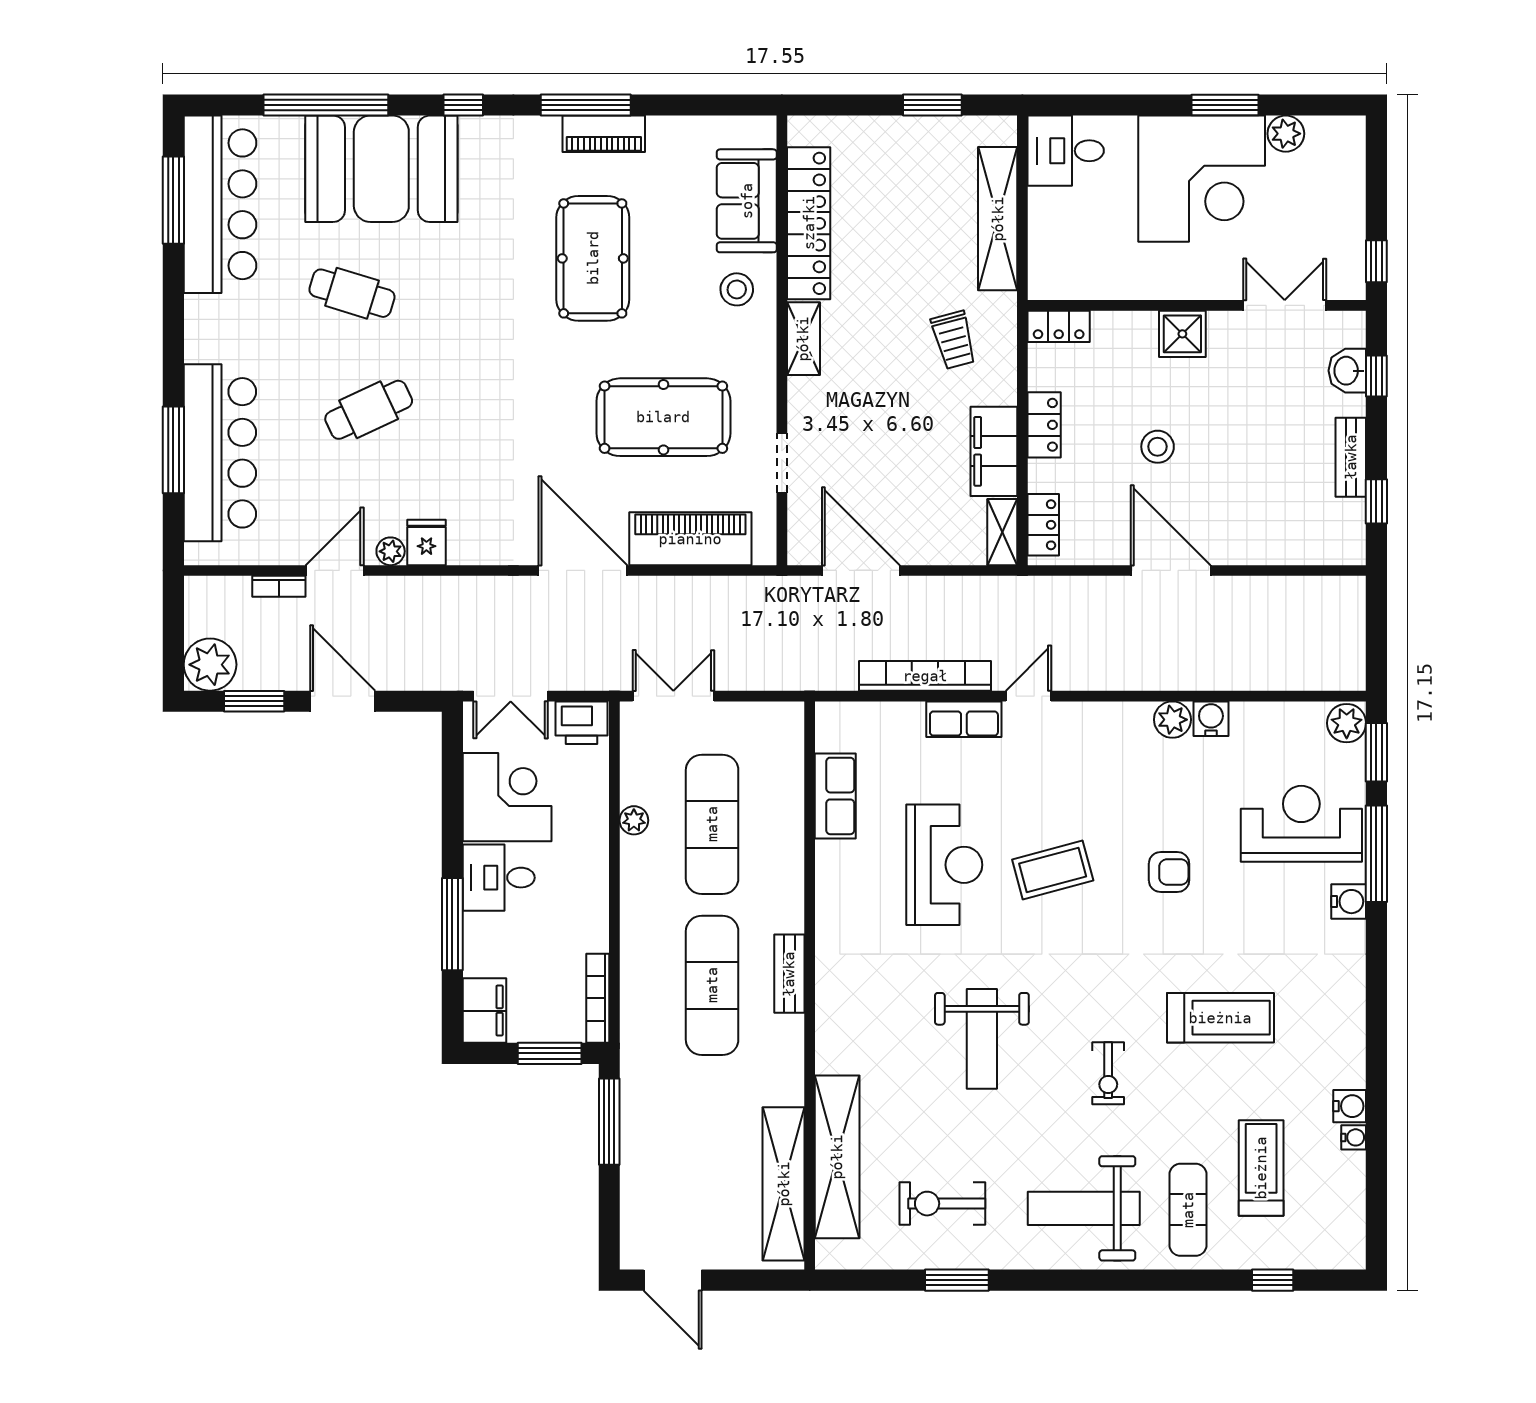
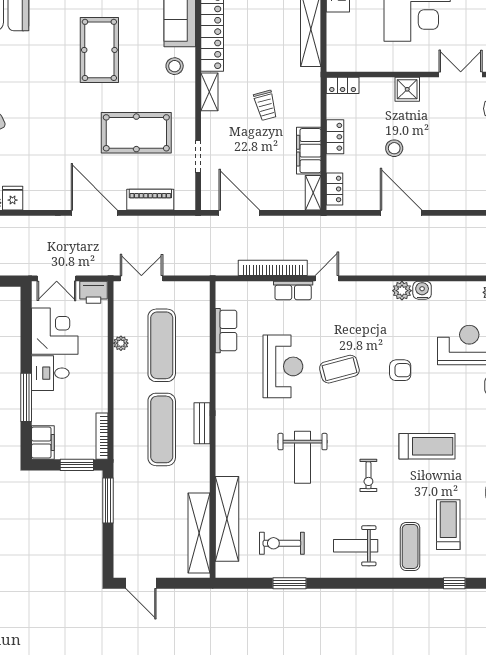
trolley: (954, 340) -> (266, 105), moved
piano: (690, 539) -> (150, 200), width x0.73, depth x0.75
weight bench: (1084, 1208) -> (356, 546), width x0.73, depth x0.75

